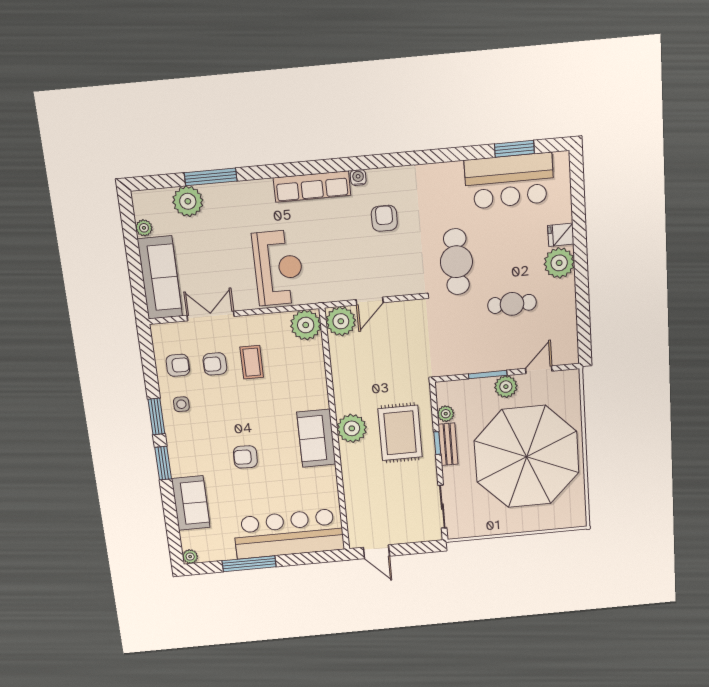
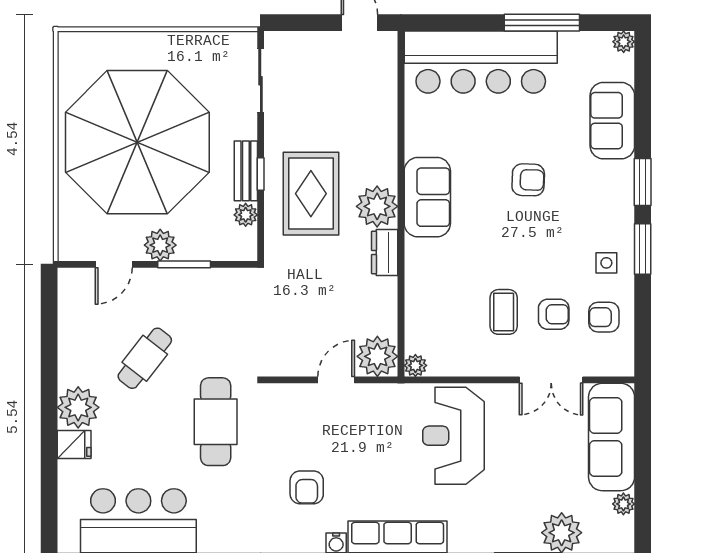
cafe table: (512, 304) -> (145, 358), turned -52
plant: (306, 325) -> (415, 365), width x0.53, depth x0.53
dresser: (343, 397) -> (385, 252), added

